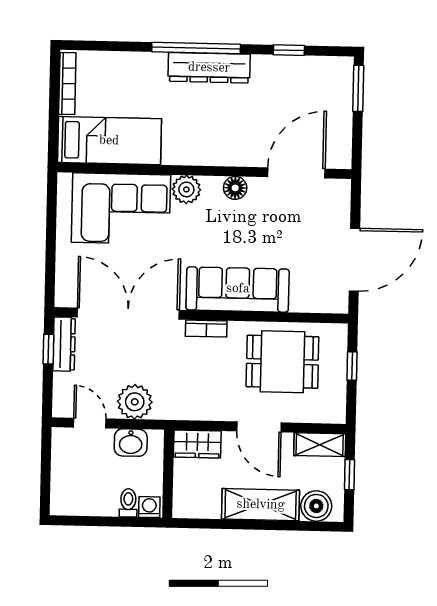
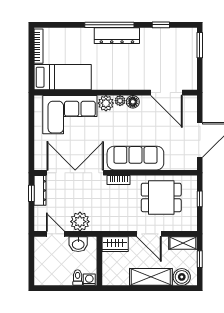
door: (296, 173) -> (167, 93), swing flipped
plant: (212, 185) -> (120, 101), added

